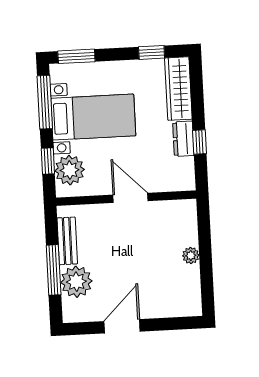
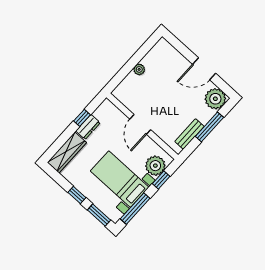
window: (152, 52) -> (77, 195), moved
plant: (76, 282) -> (215, 99), moved

